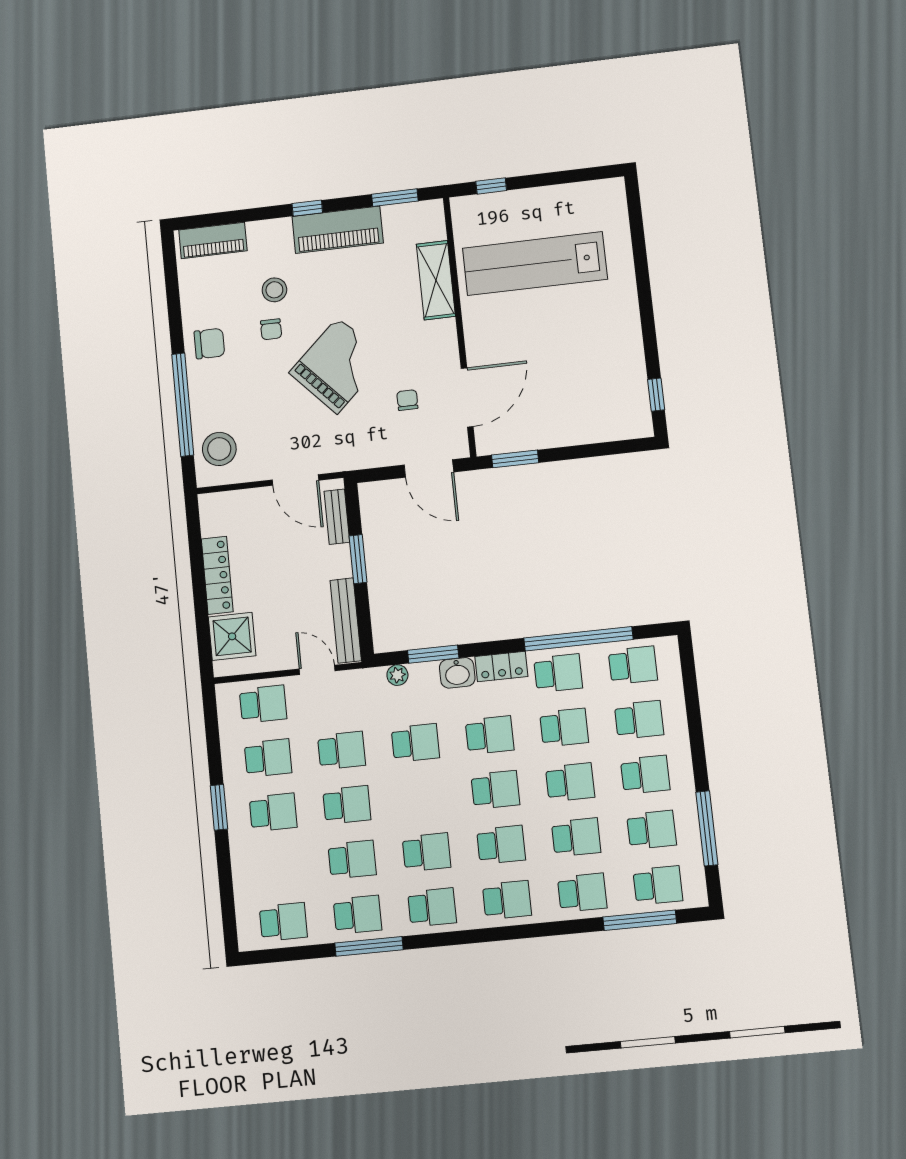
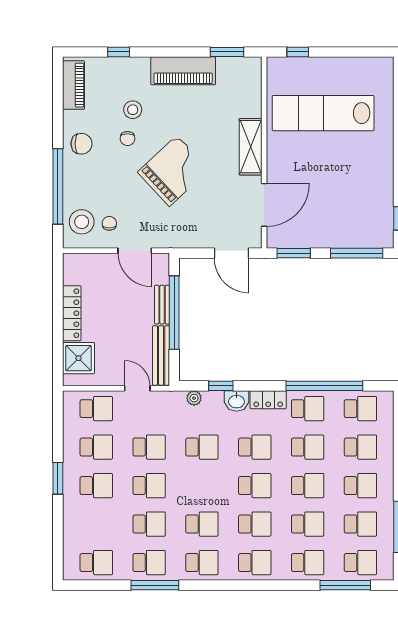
window: (307, 208) -> (119, 52), moved
piano: (213, 240) -> (74, 85), moved, turned -90
shelving: (436, 280) -> (251, 147), moved
chair: (407, 400) -> (109, 223), moved
window: (603, 449) -> (357, 253), added
bench: (337, 517) -> (162, 305), moved
window: (358, 559) -> (174, 313), width x2.11
window: (433, 654) -> (221, 386), width x0.67

